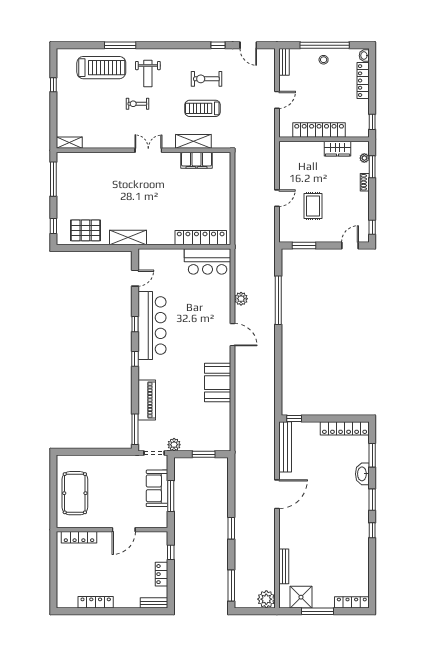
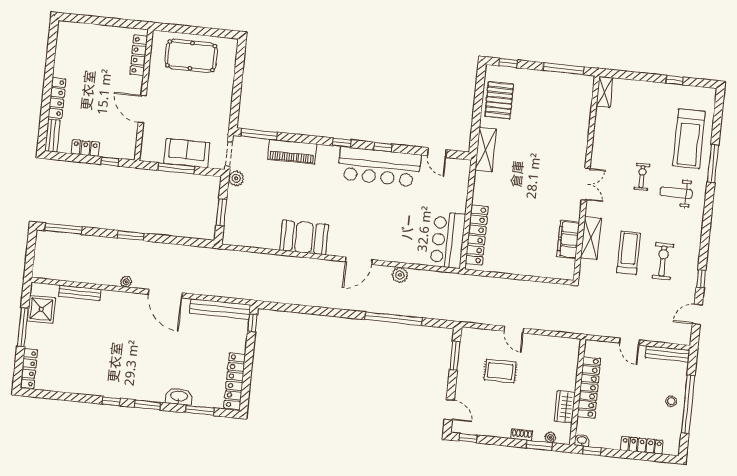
washbasin: (364, 56) -> (582, 440), moved
bench: (284, 62) -> (668, 354), width x1.36
plant: (266, 599) -> (126, 282), moved, width x0.53, depth x0.53
locker: (96, 602) -> (57, 98), moved

